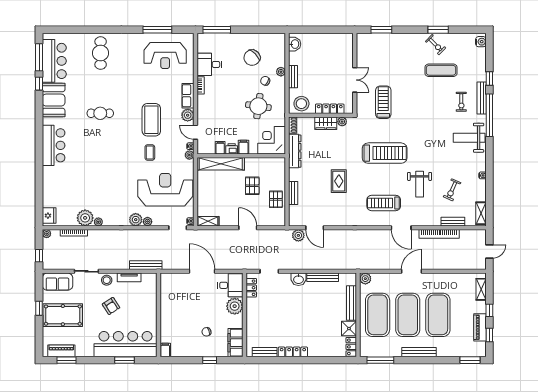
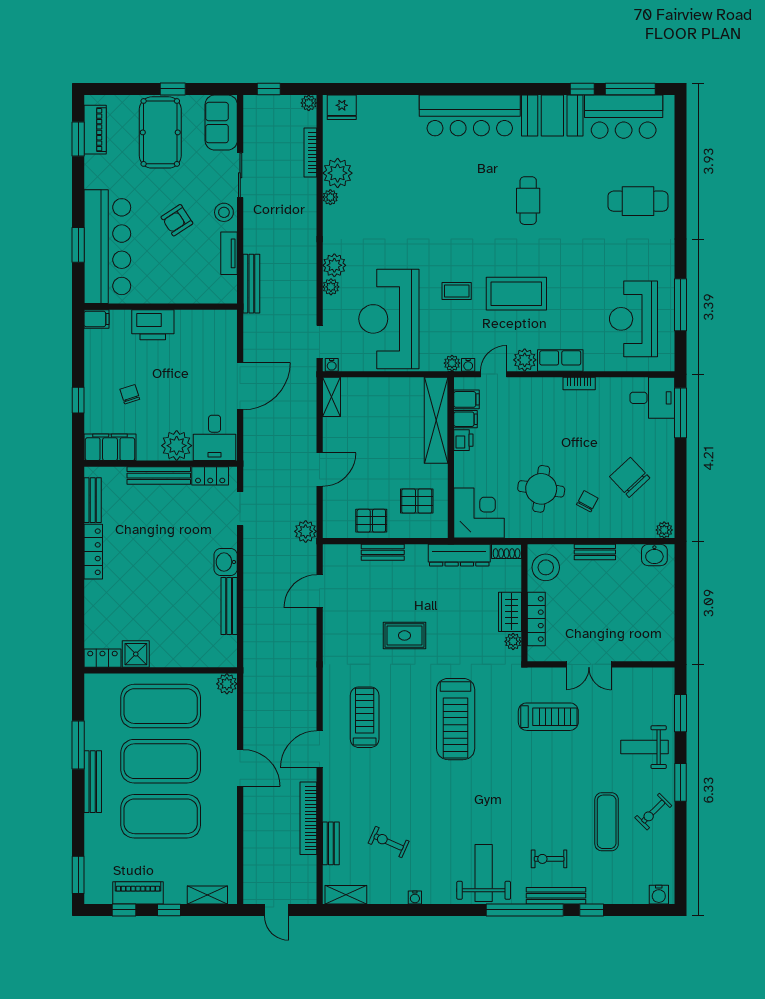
window: (438, 30) -> (680, 782), moved
desk: (209, 64) -> (652, 398), moved, turned 90
plant: (281, 72) -> (664, 530), moved
bar counter: (54, 145) -> (470, 115), width x1.36
filing cabinet: (243, 147) -> (467, 399), moved
weight bench: (420, 184) -> (645, 747), moved
pallet: (252, 186) -> (417, 501), moved
reception desk: (165, 190) -> (389, 319), turned 180
plant: (298, 235) -> (306, 531), moved
bench: (351, 303) -> (159, 476), moved
printer: (168, 319) -> (153, 325), added
window: (380, 360) -> (78, 745), moved

